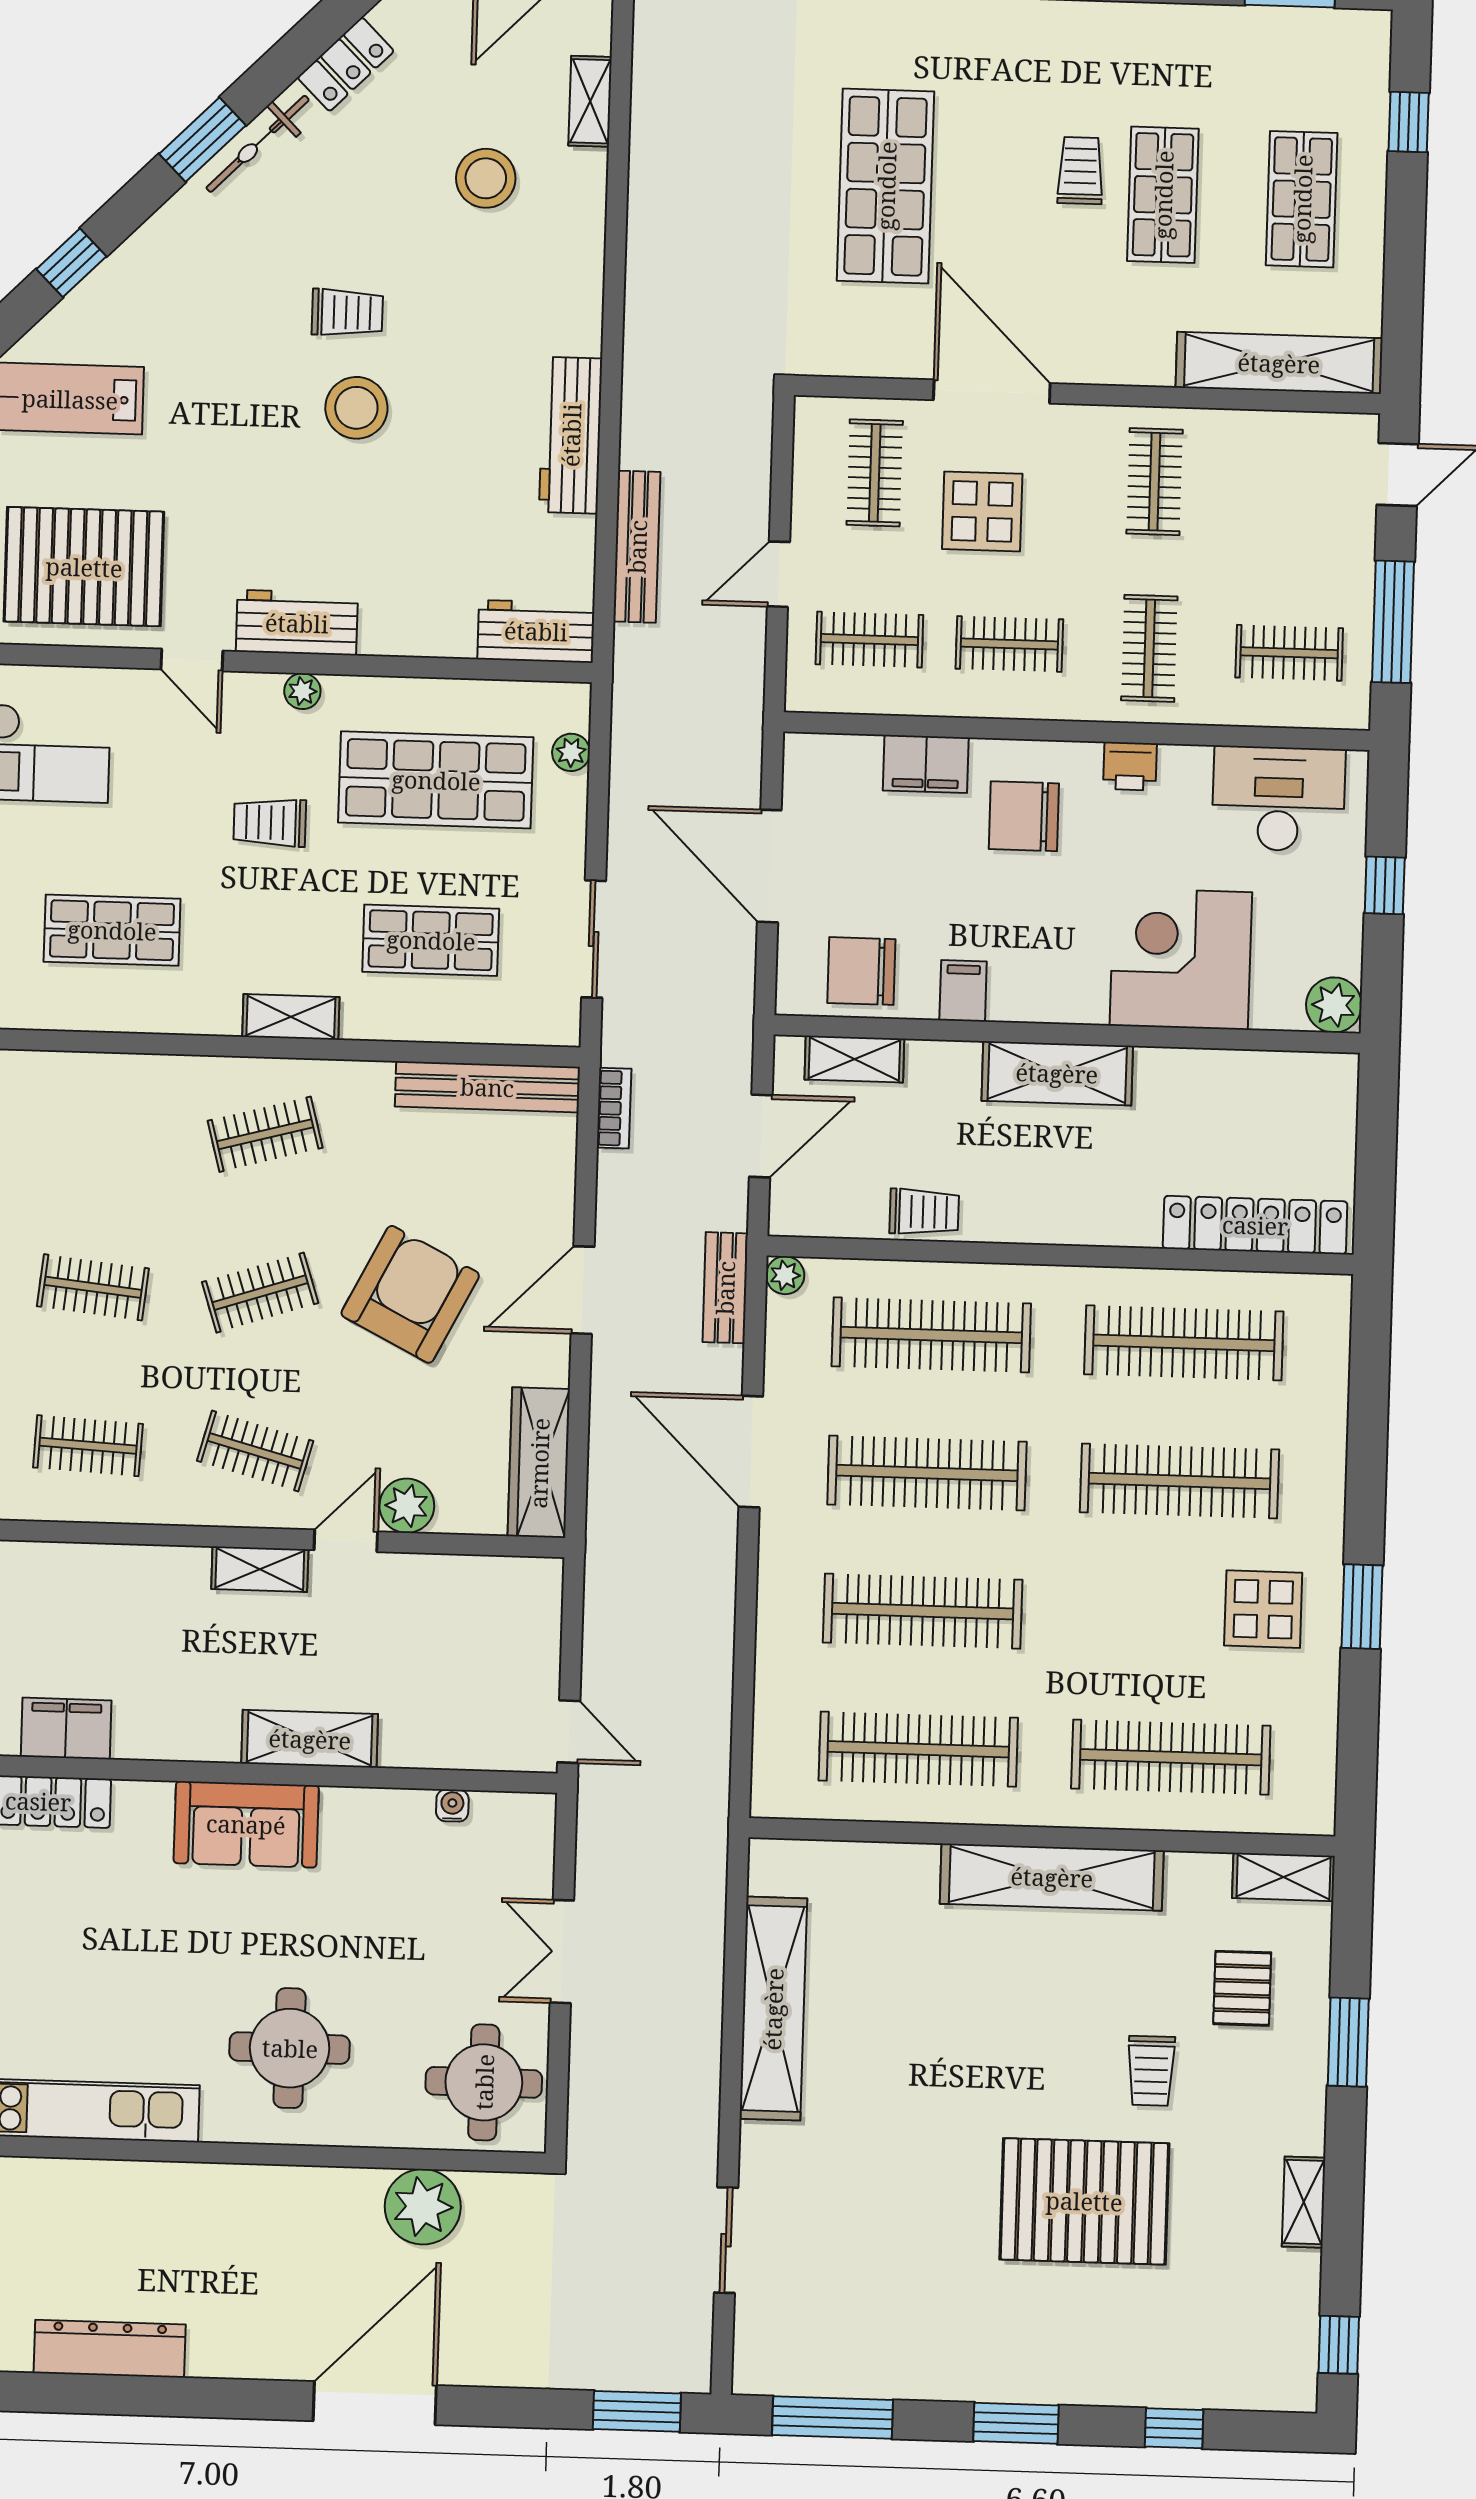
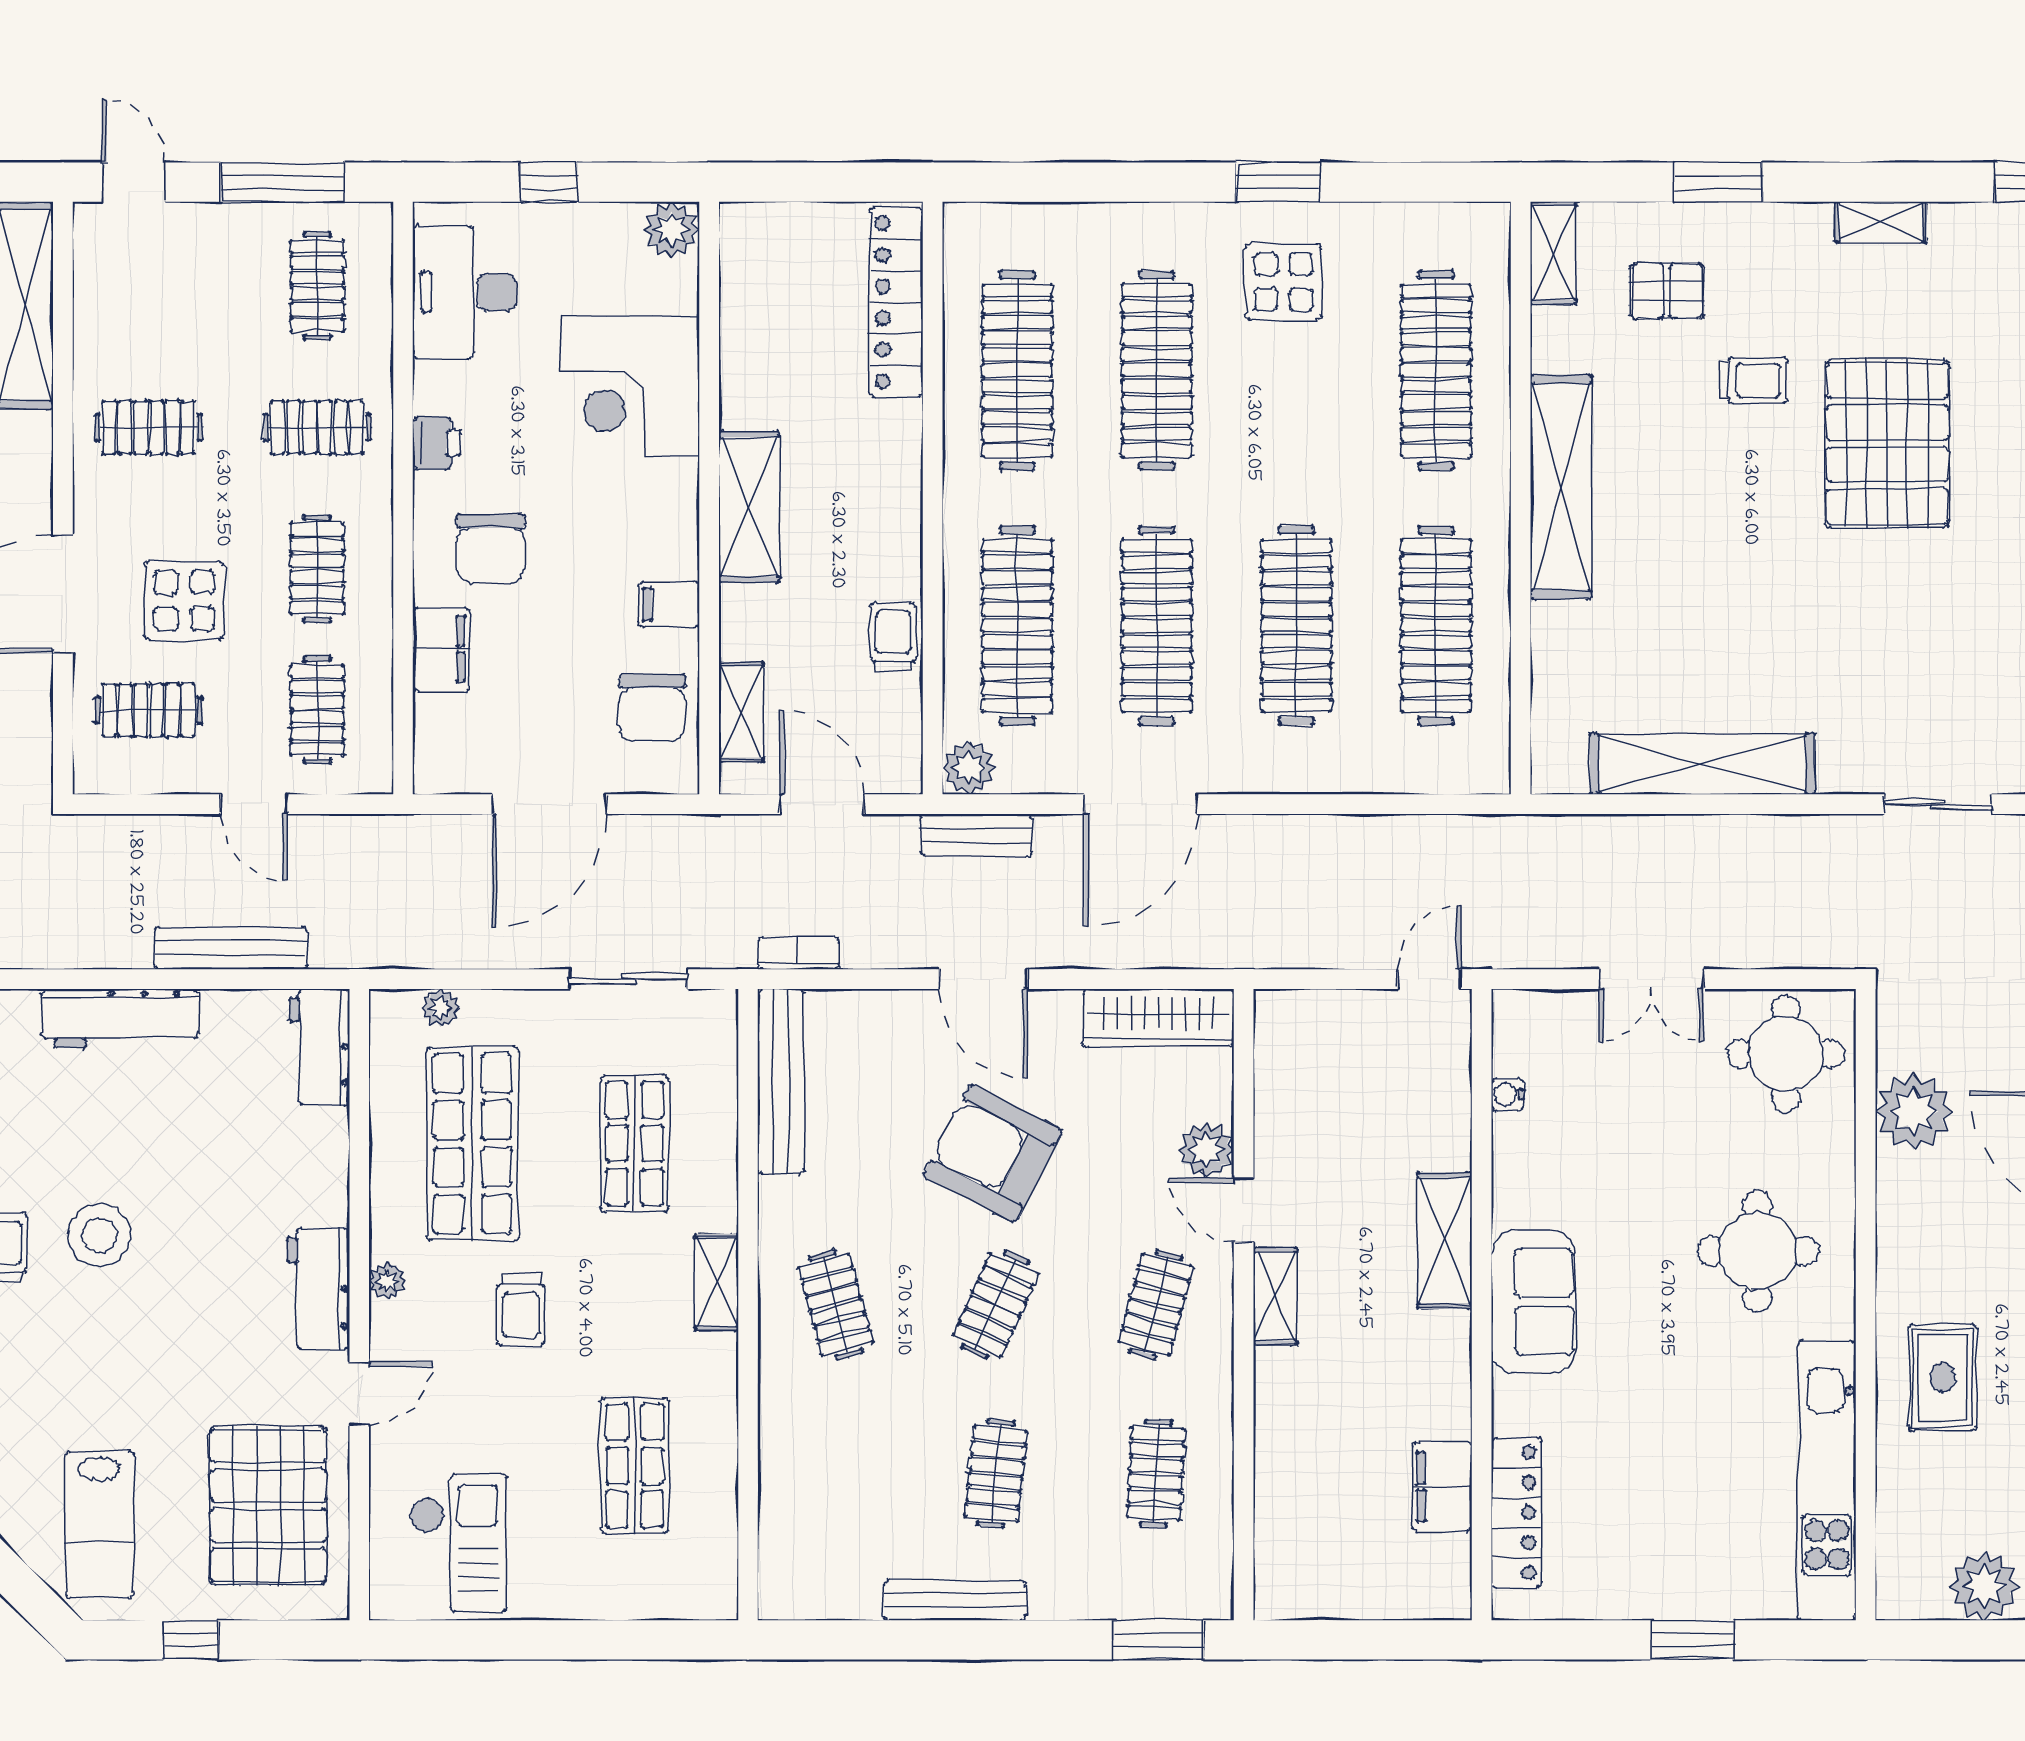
plant: (785, 1275) -> (969, 768), width x1.38, depth x1.38
clothes rail: (260, 1293) -> (996, 1305), turned 42
rug: (159, 2227) -> (1943, 1377), added

